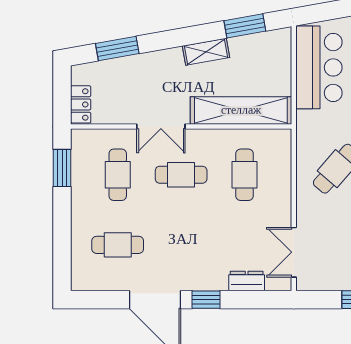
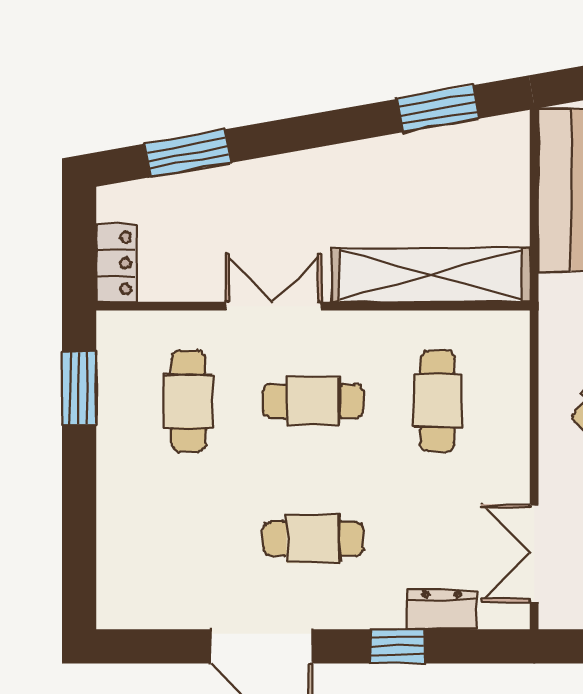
shelving: (206, 52) -> (362, 159), removed
double door: (161, 126) -> (273, 306), swing flipped
cafe table: (118, 245) -> (313, 539), moved
window: (206, 300) -> (397, 646), moved

